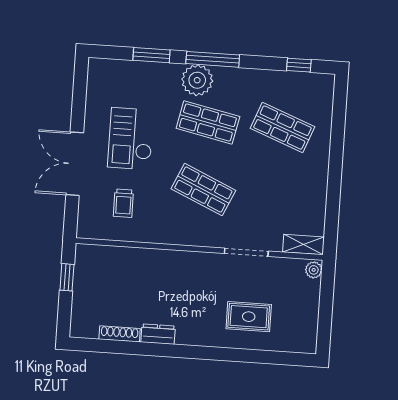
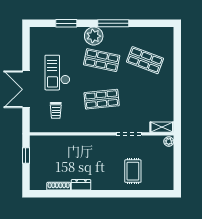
window: (213, 59) -> (113, 23), moved
window: (299, 65) -> (152, 23), removed
shop shelf: (203, 190) -> (102, 99), turned -30
rug: (249, 317) -> (133, 171), turned 90

